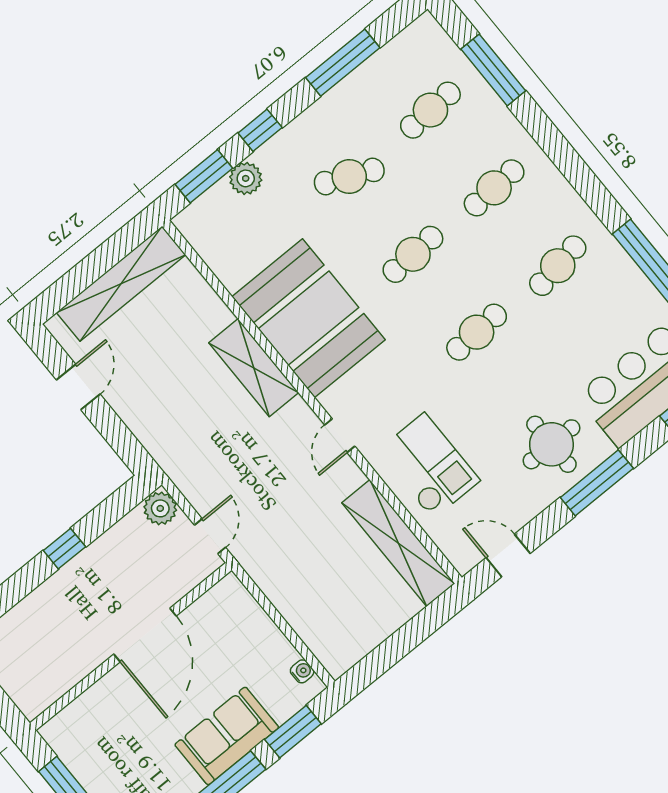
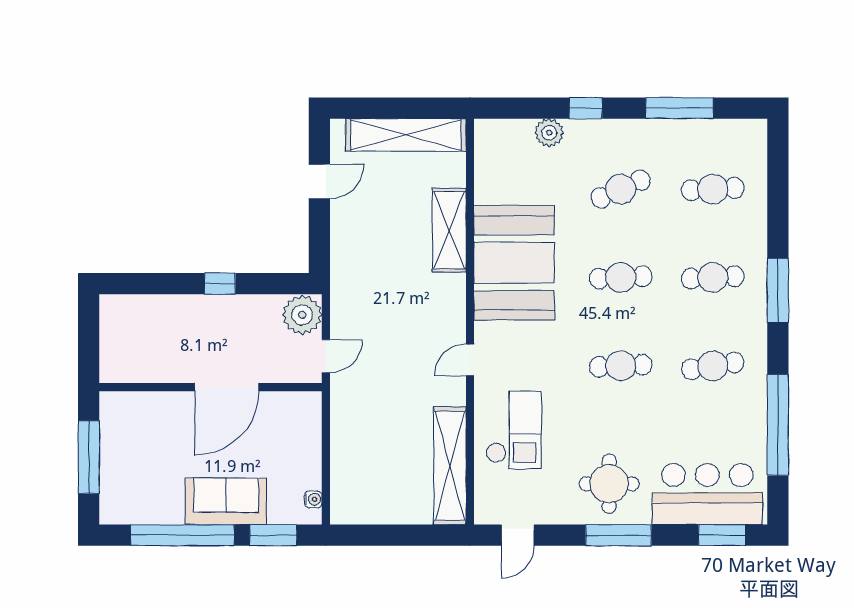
window: (493, 70) -> (778, 291), moved
window: (204, 176) -> (522, 108), removed
cafe table: (349, 177) -> (621, 189), turned -48
shelving: (254, 368) -> (449, 230), moved
plant: (160, 508) -> (302, 315), width x1.36, depth x1.36
door: (508, 555) -> (518, 535), swing flipped

